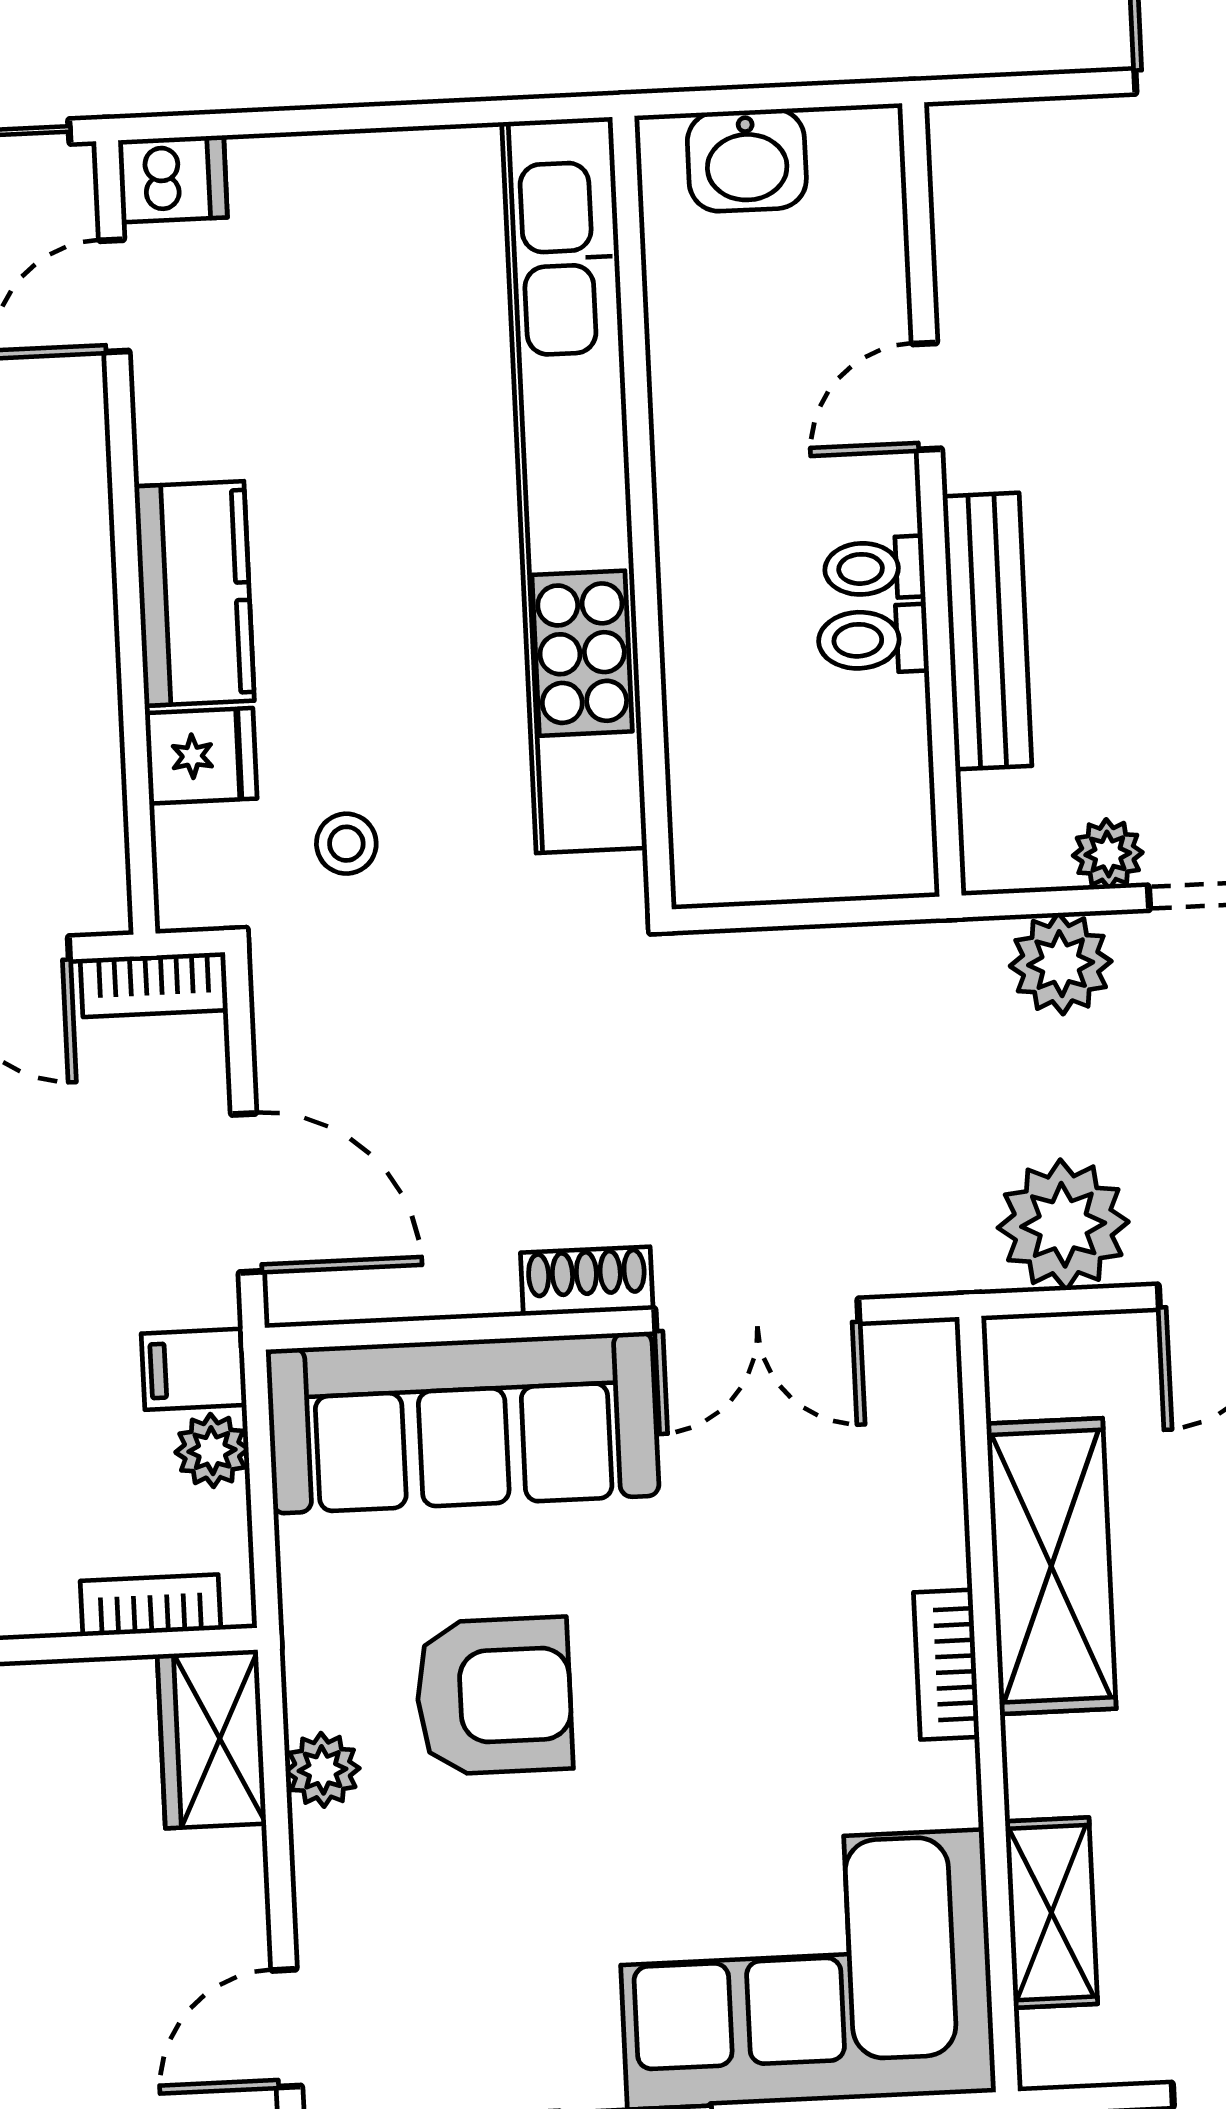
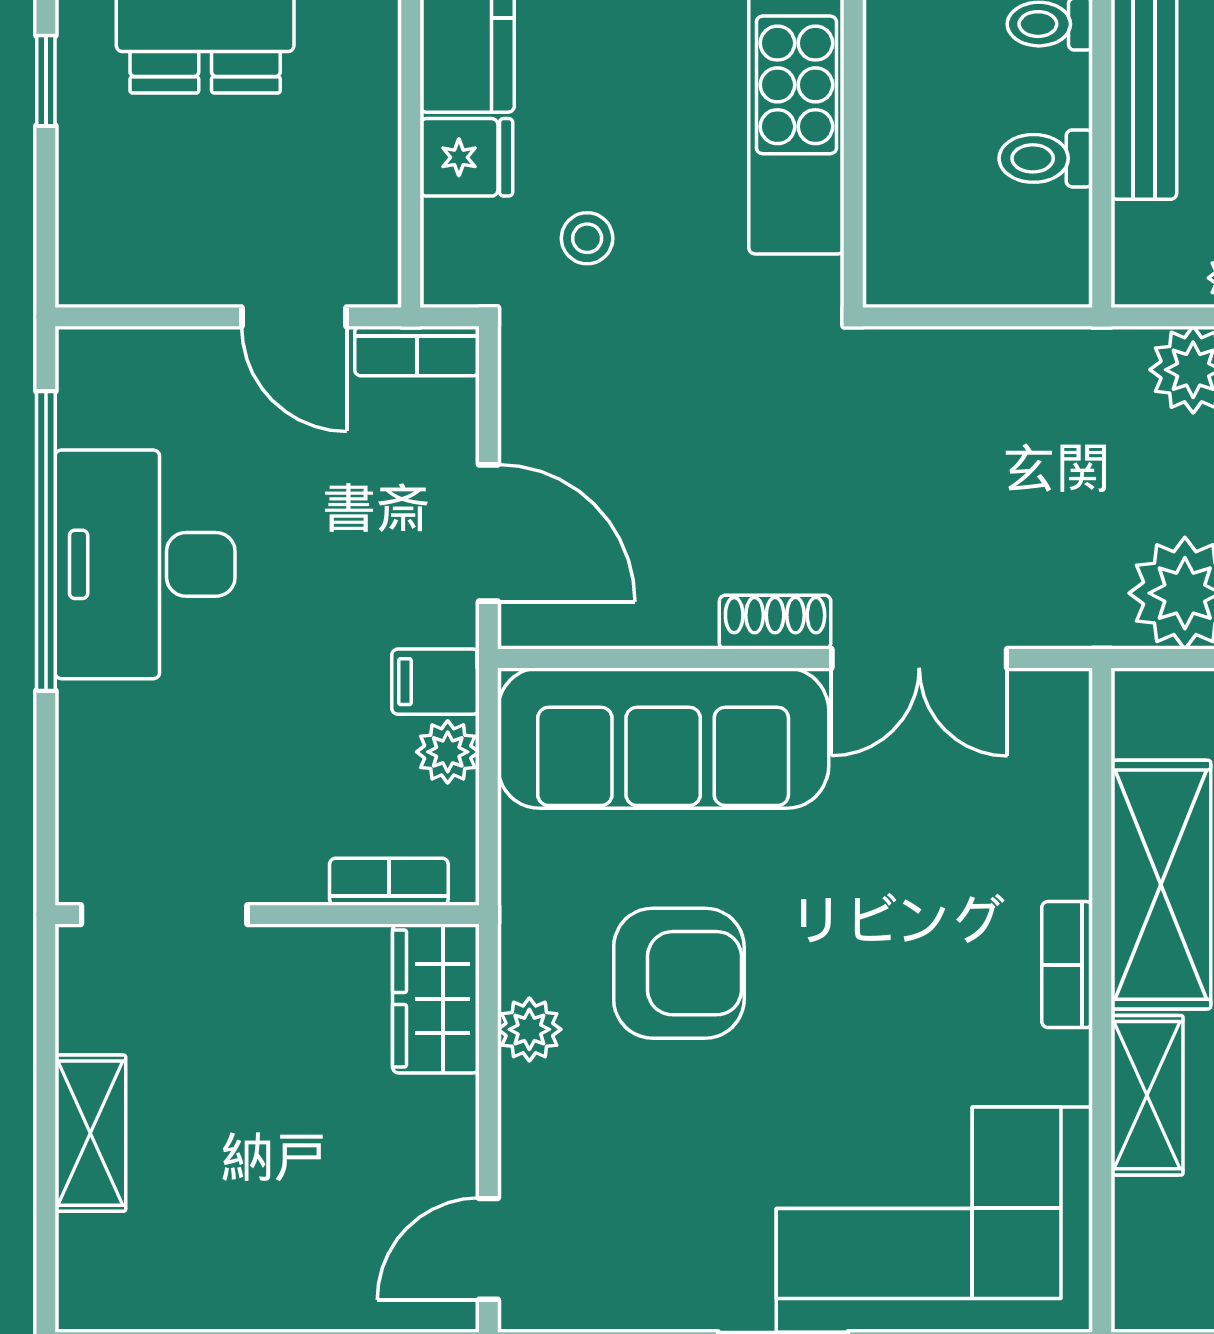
toilet: (873, 640) -> (1046, 158), moved
shelving: (1051, 1913) -> (1147, 1095), moved

